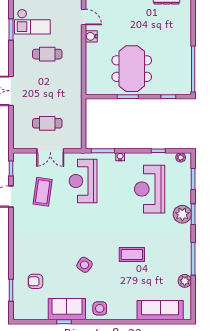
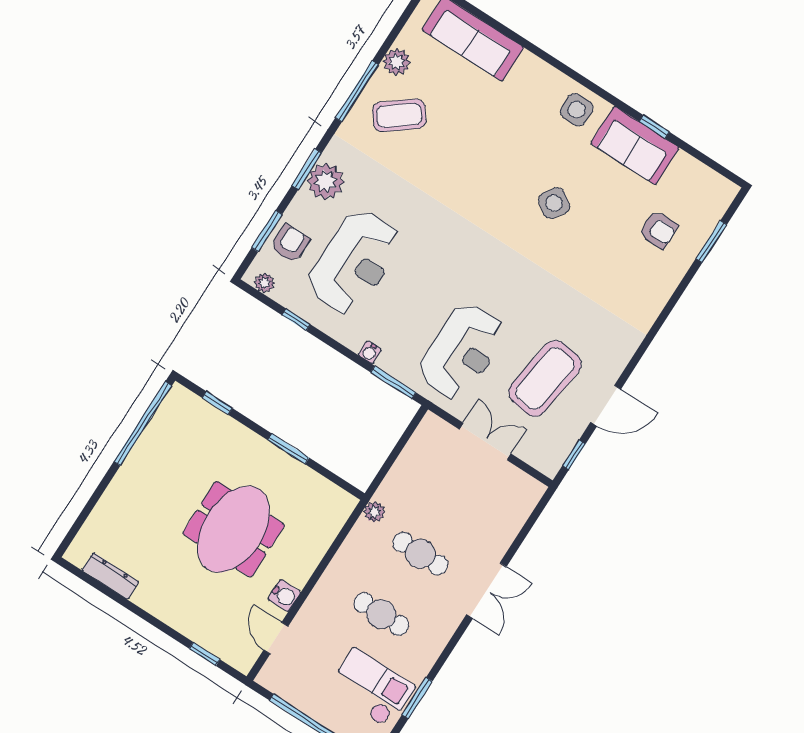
meeting table: (132, 69) -> (234, 529), moved
plant: (77, 94) -> (374, 512), added
cafe table: (47, 123) -> (420, 554), moved
armchair: (181, 180) -> (290, 244), added
coffee table: (43, 192) -> (545, 378), width x1.36, depth x1.32
coffee table: (132, 254) -> (399, 115), moved, turned -38

